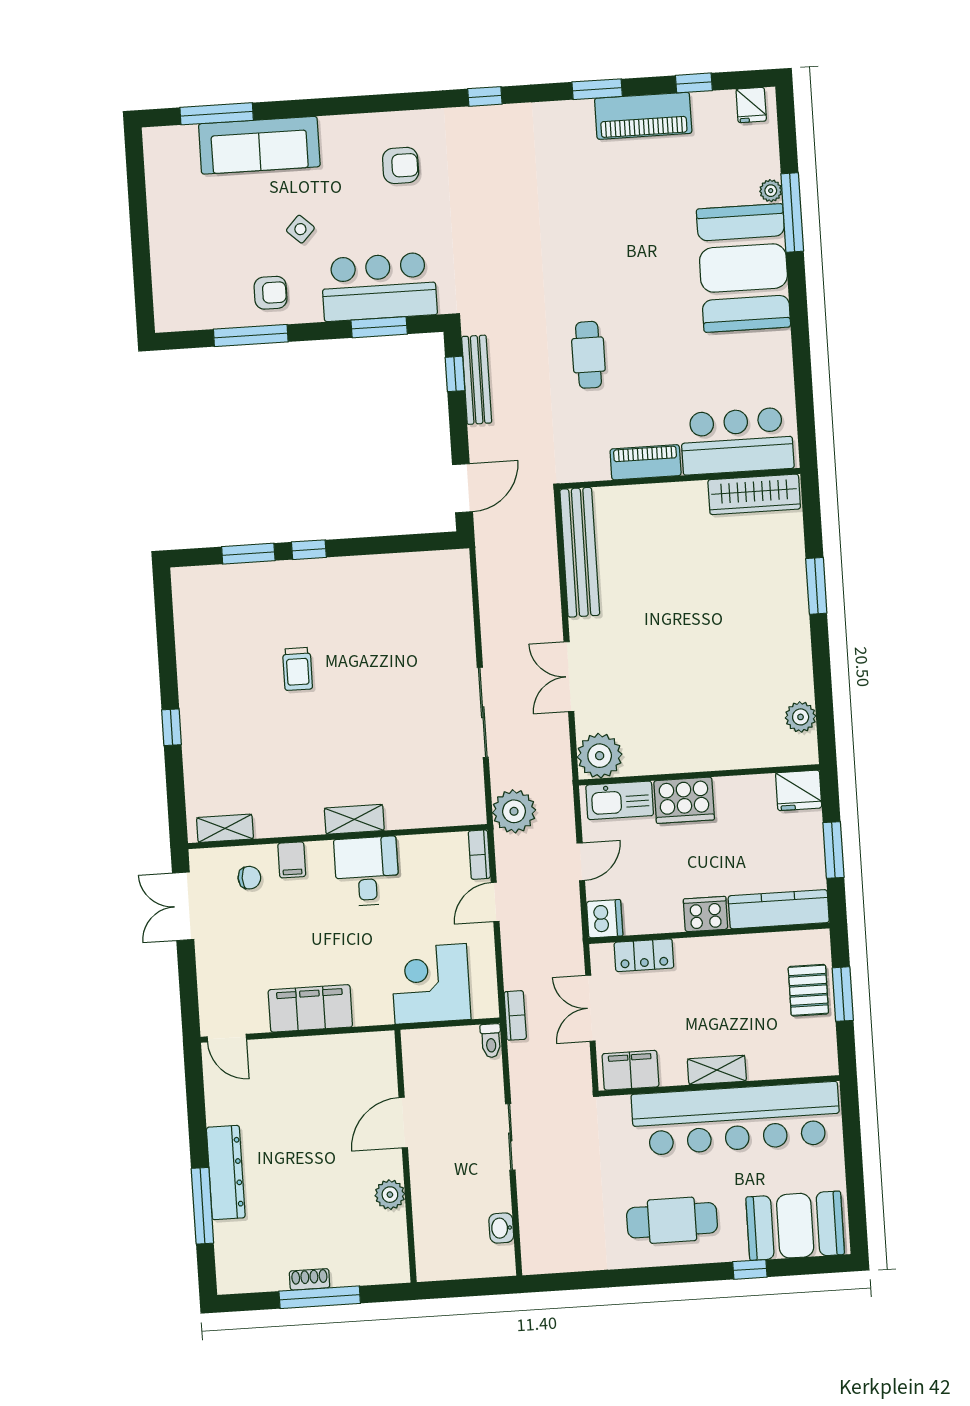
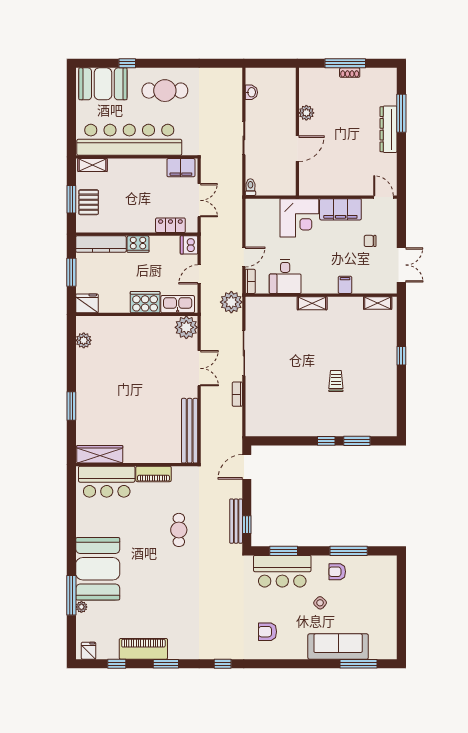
desk: (367, 871) -> (285, 277), moved
chair: (249, 878) -> (370, 241), moved
corner desk: (431, 984) -> (299, 218), moved
bookcase: (515, 1015) -> (237, 394), moved
shelving: (717, 1070) -> (92, 165), moved

